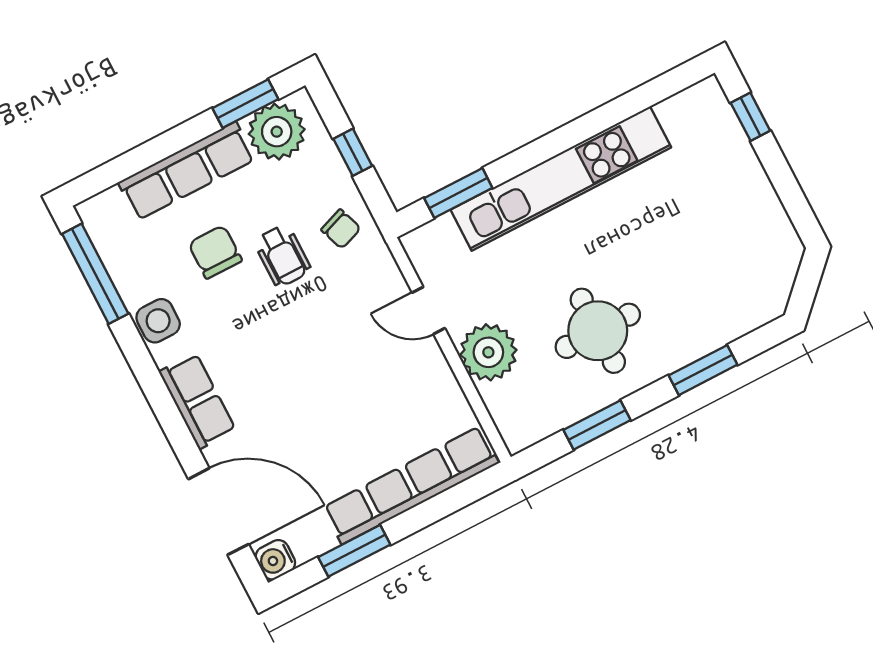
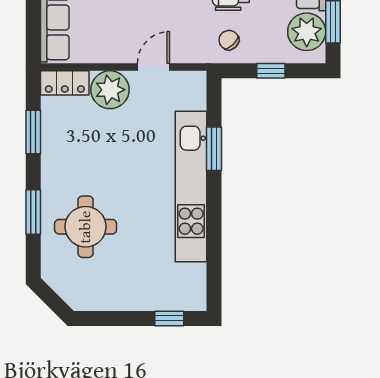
window: (458, 193) -> (214, 149), moved
chair: (341, 229) -> (229, 40), turned 66
round table: (598, 331) -> (86, 227), moved
locker: (510, 417) -> (65, 83), added

